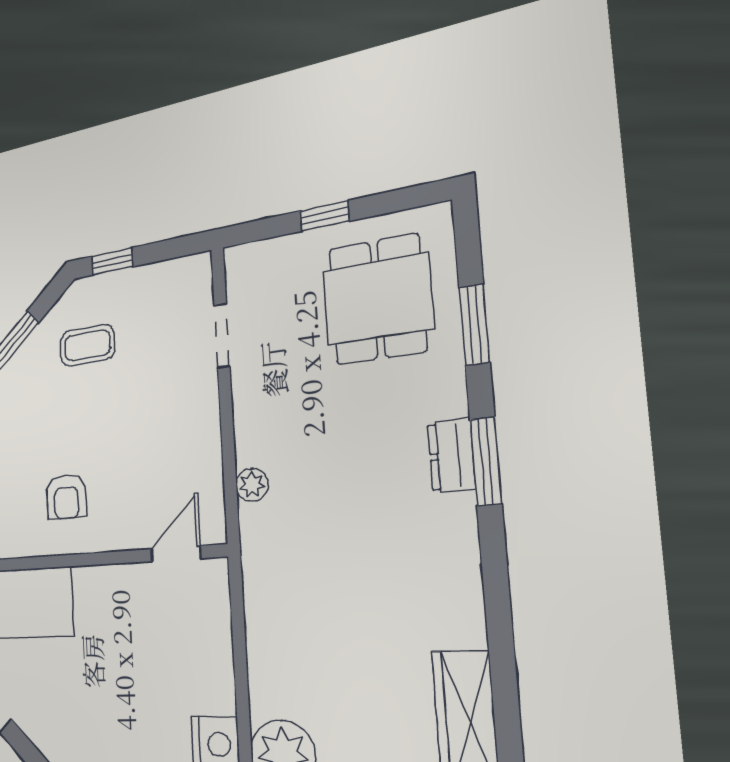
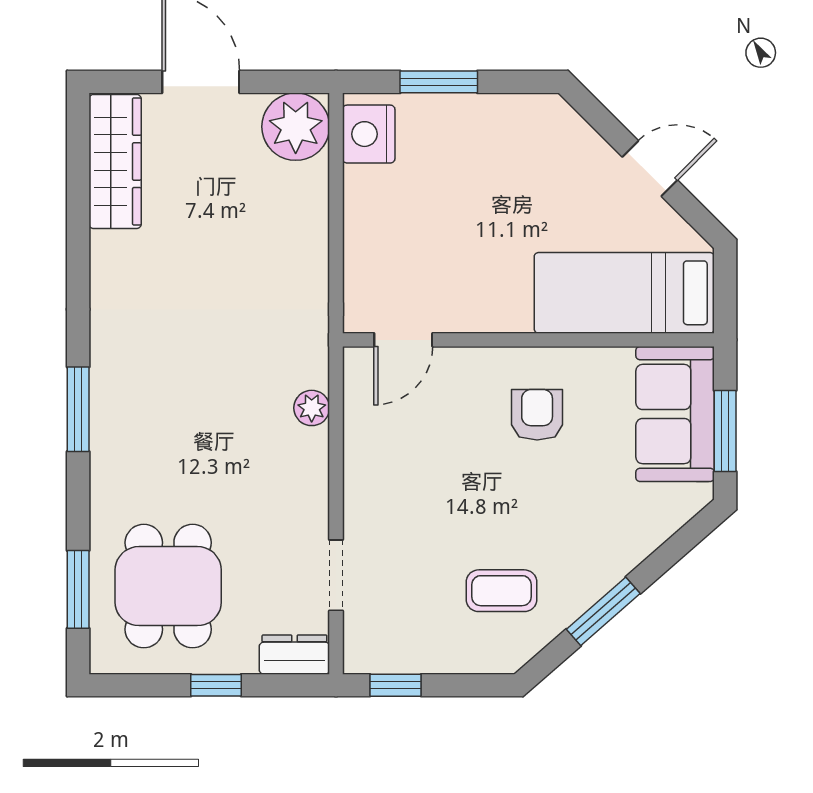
window: (112, 261) -> (396, 685), moved
window: (474, 325) -> (78, 589), moved
dresser: (451, 456) -> (294, 655), moved, turned -90

